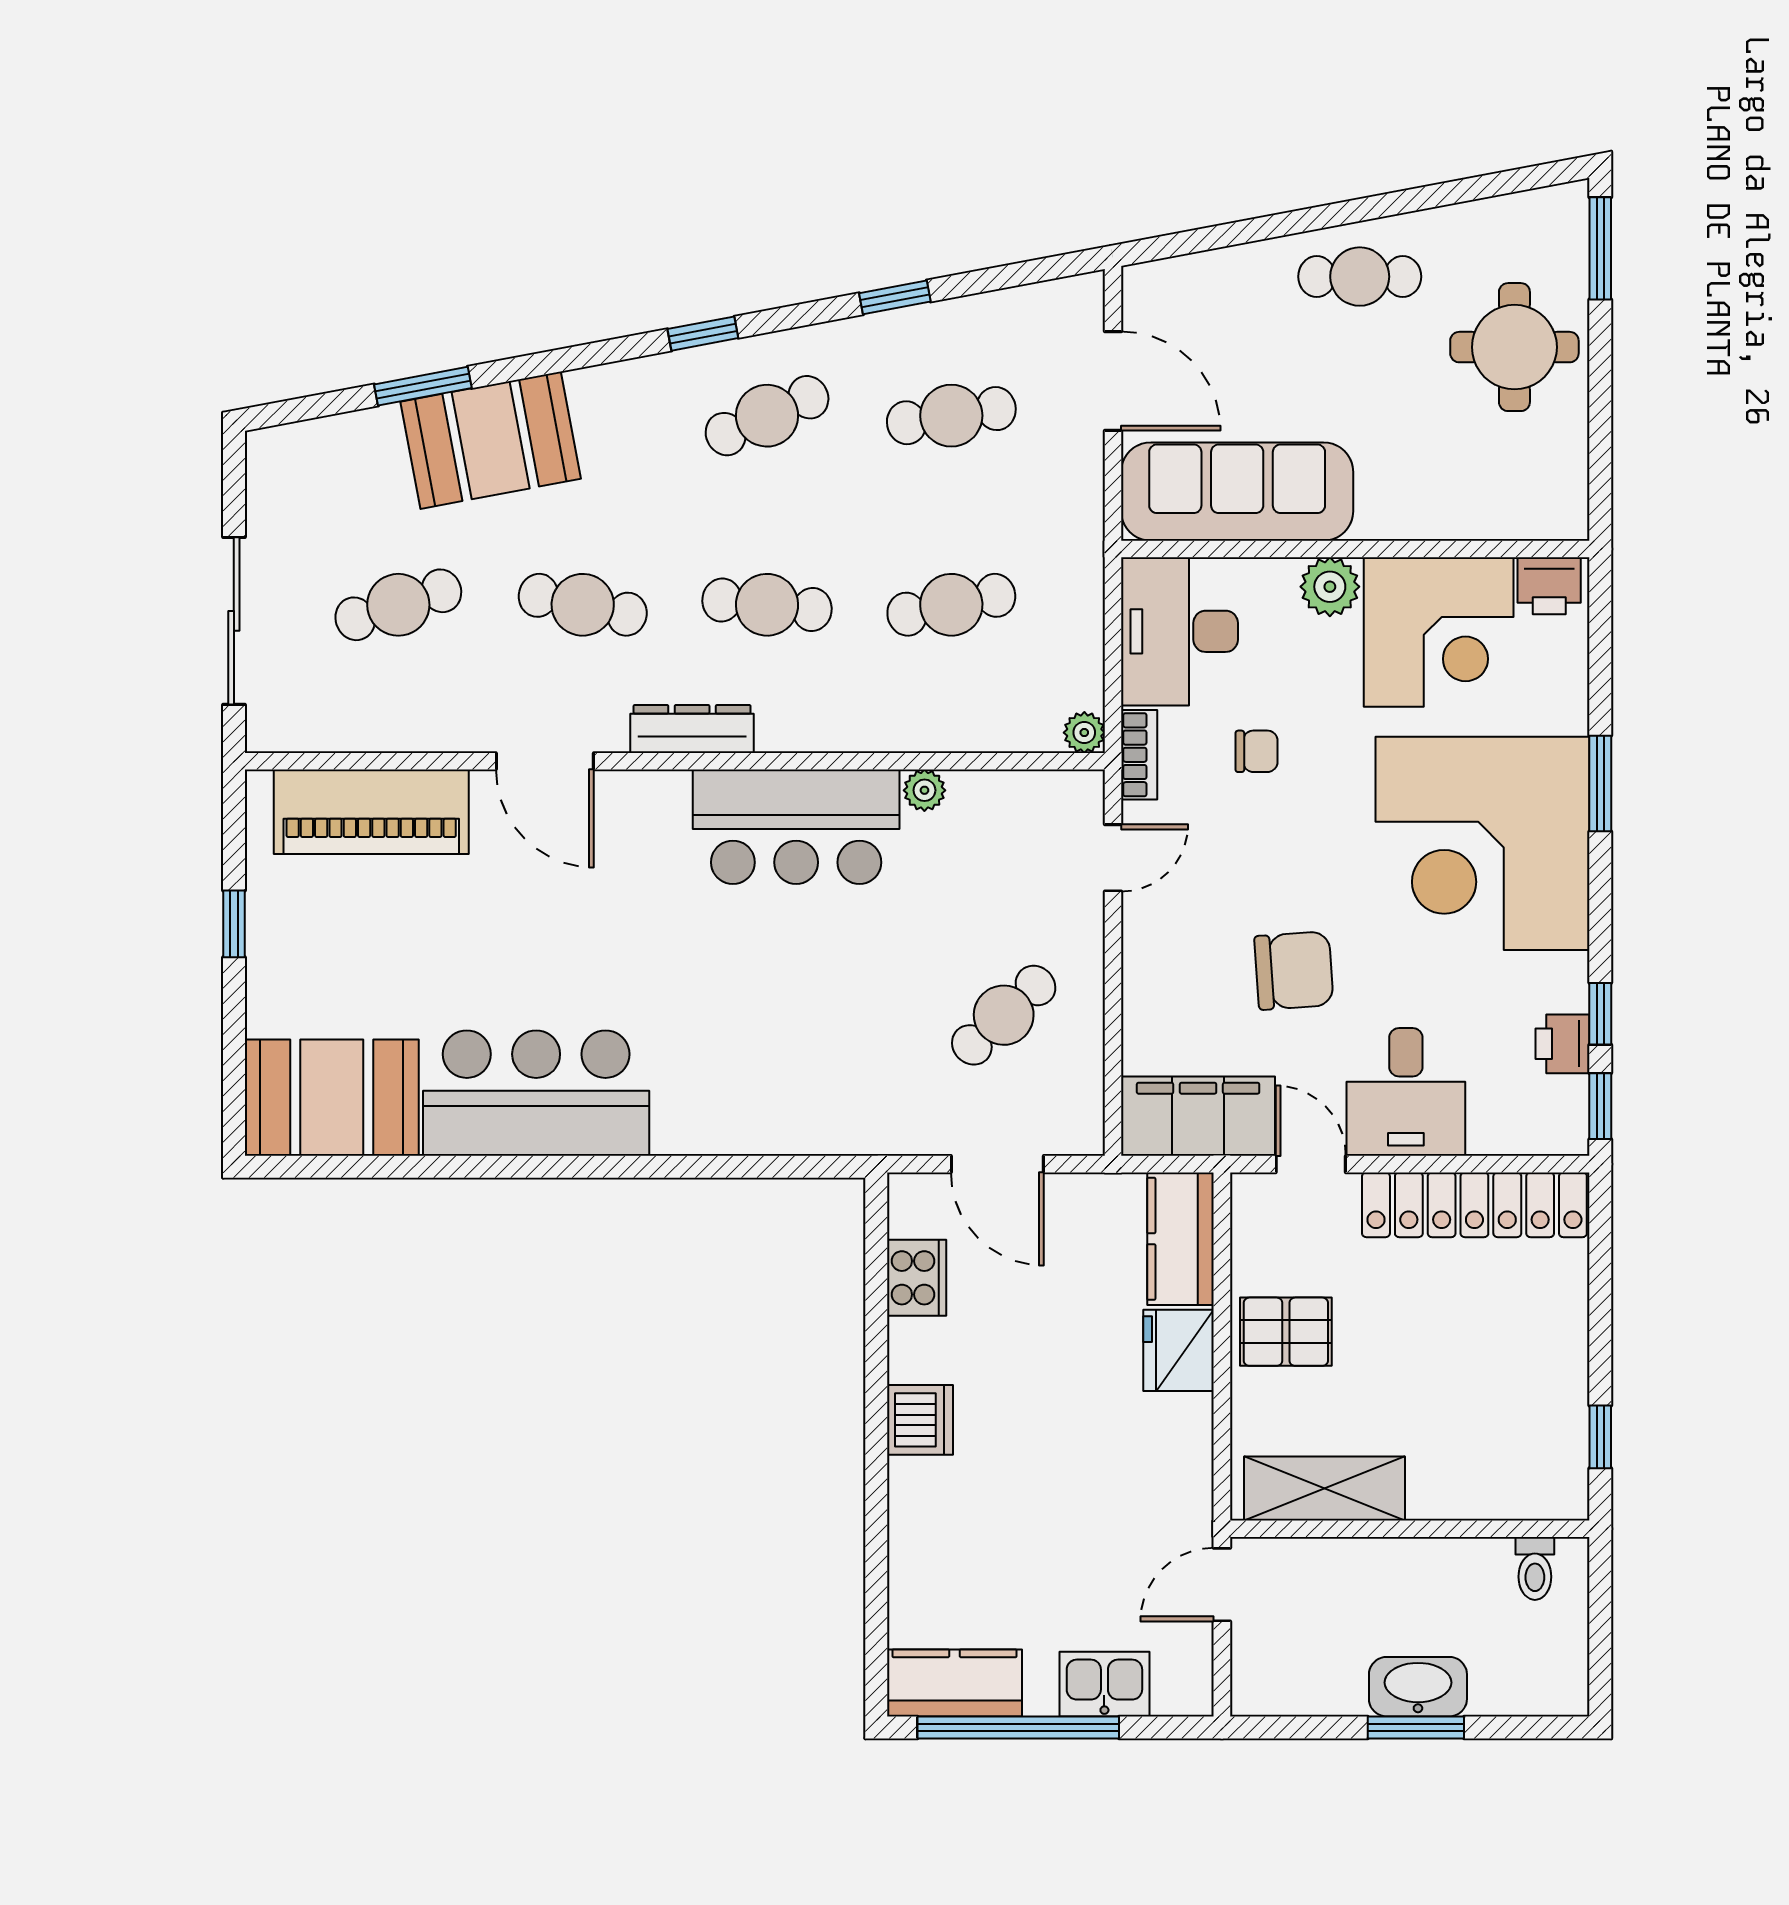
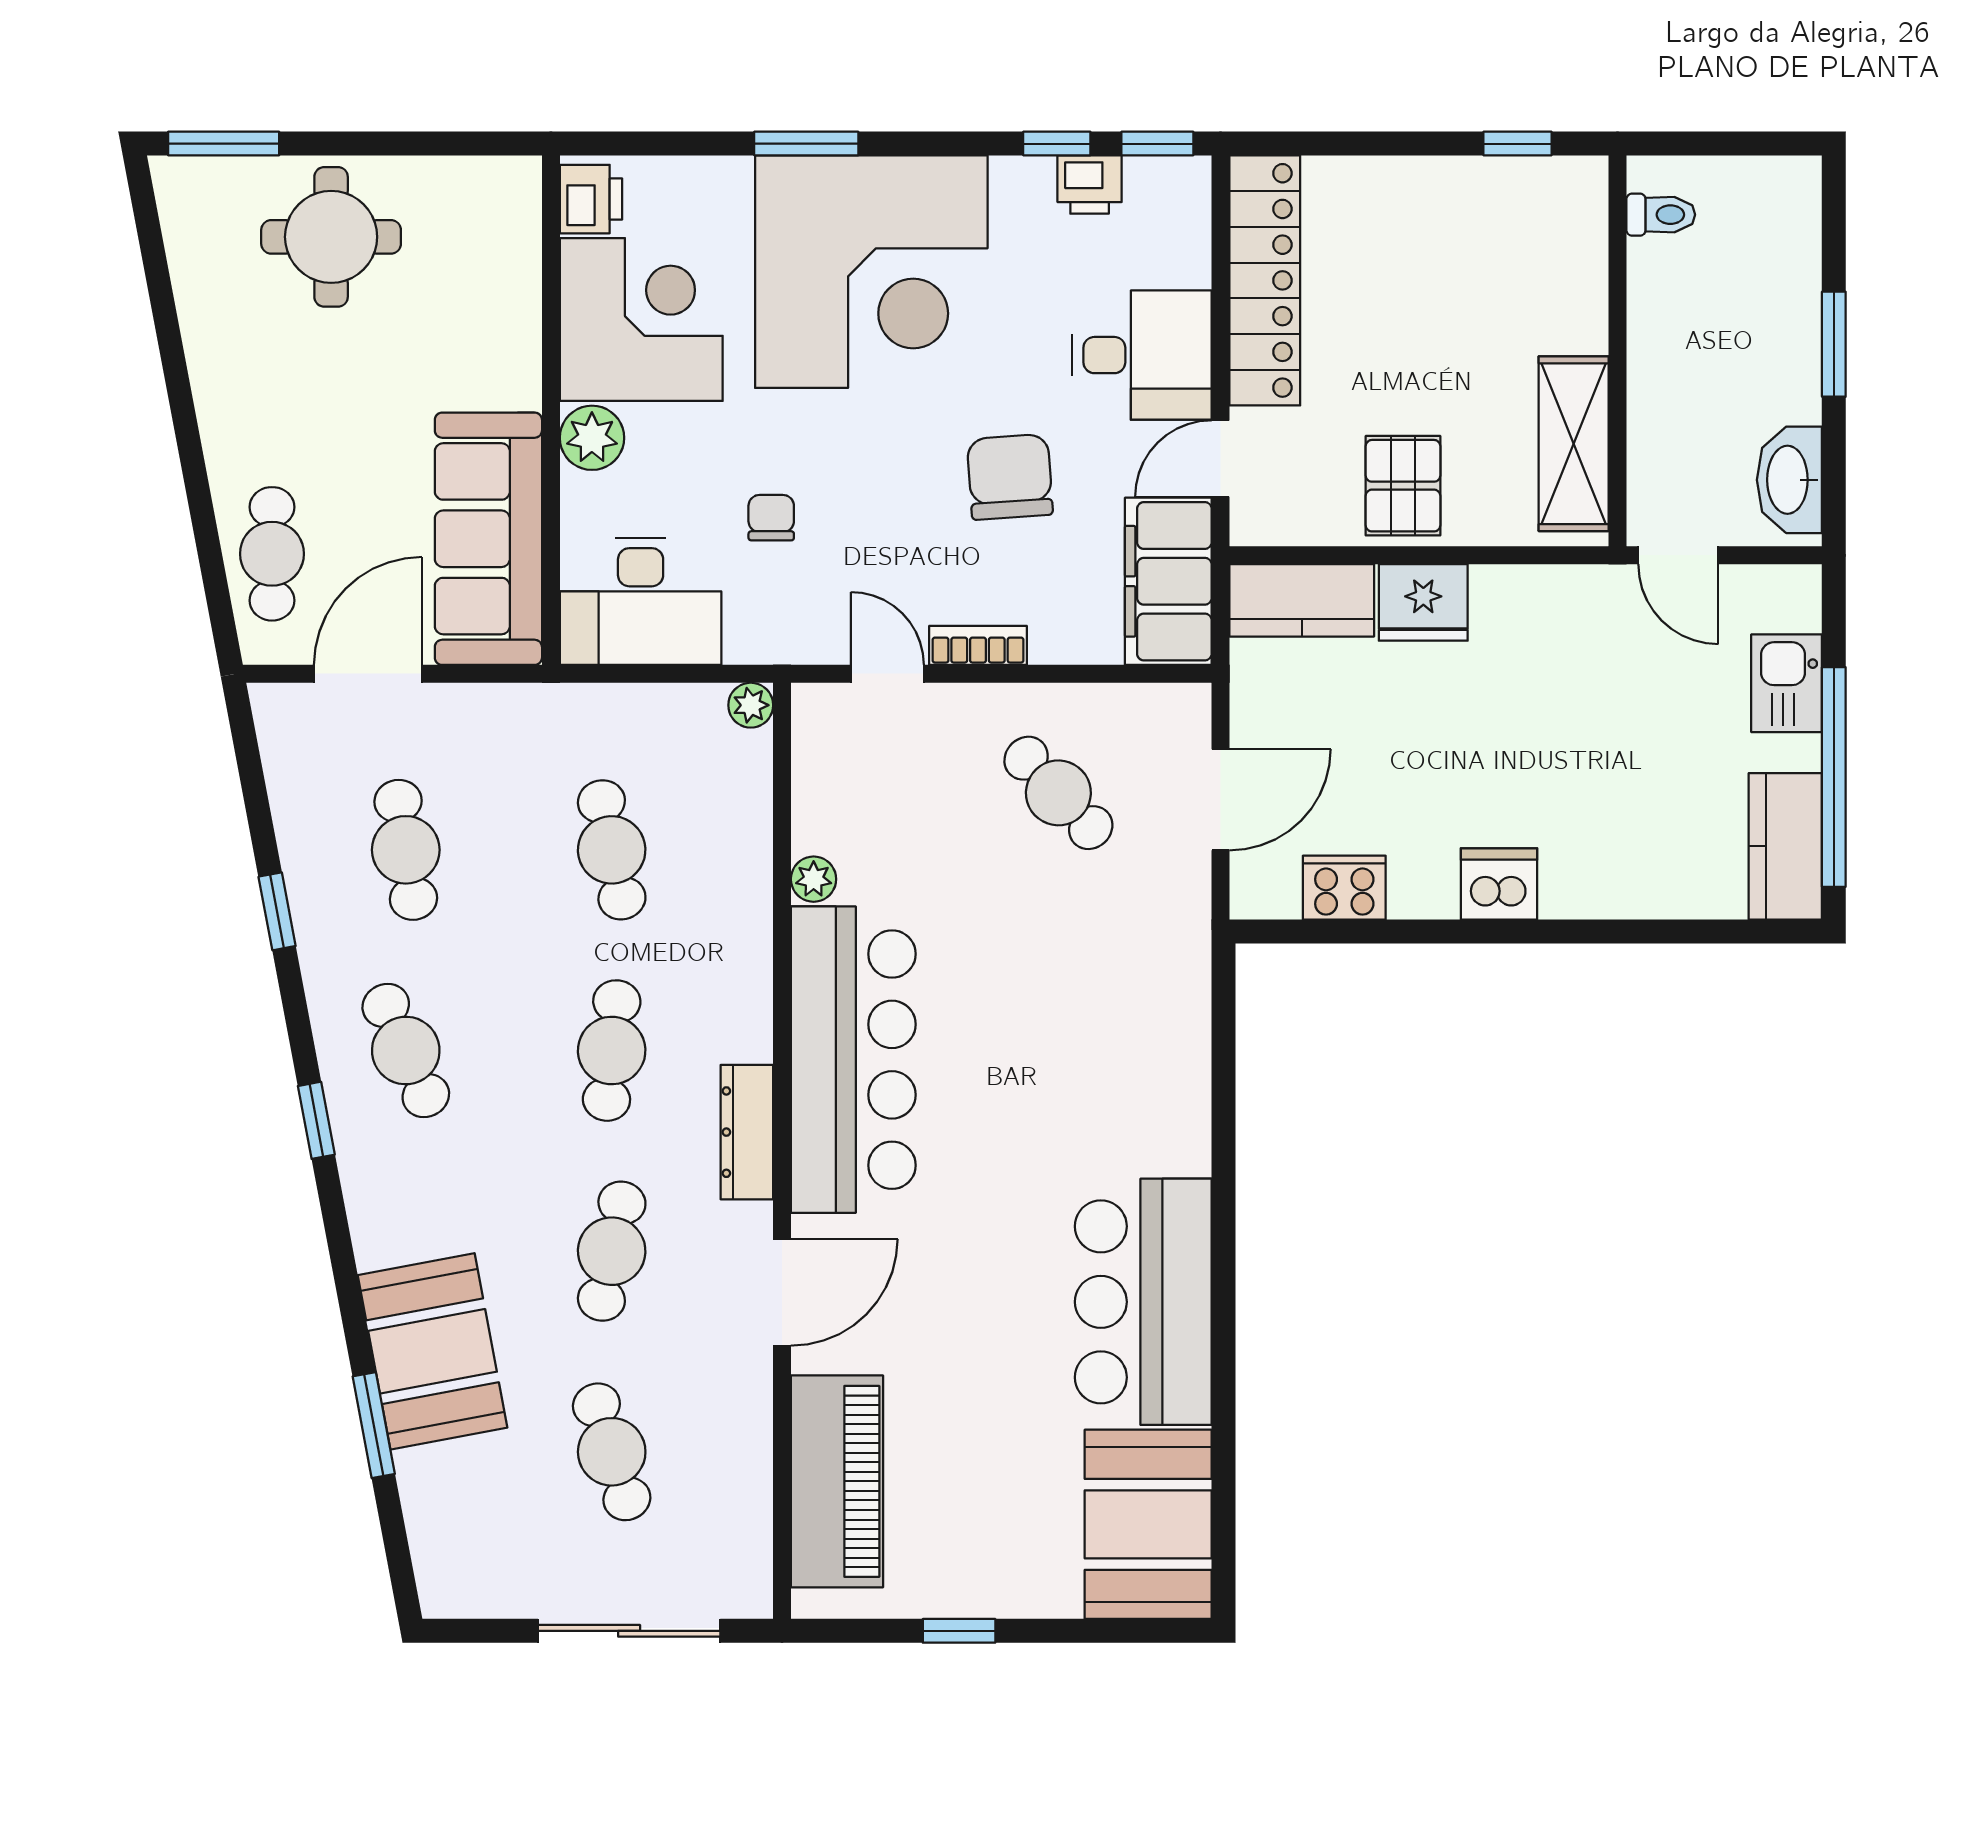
cafe table: (1360, 277) -> (272, 554), moved
bookcase: (1139, 755) -> (978, 645), moved
bar counter: (796, 827) -> (853, 1060), width x1.36
washbasin: (1418, 1687) -> (1789, 480), moved

